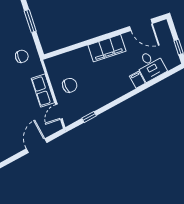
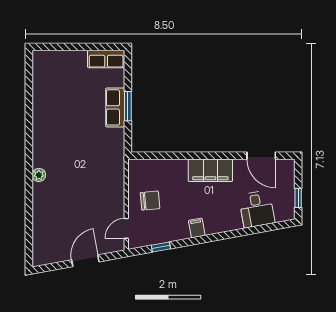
chair: (22, 56) -> (103, 146), removed
filing cabinet: (137, 80) -> (197, 228), moved
row of seats: (43, 90) -> (115, 107), moved

